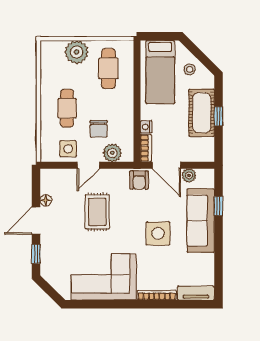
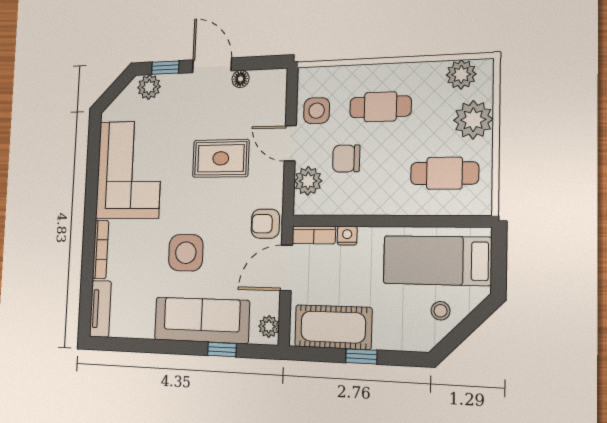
plant: (49, 59) -> (461, 74), added
cot: (202, 113) -> (333, 327), moved
plant: (189, 175) -> (269, 326), moved
plant: (49, 265) -> (149, 87), added

